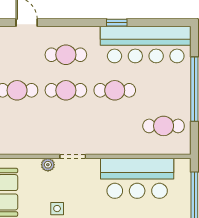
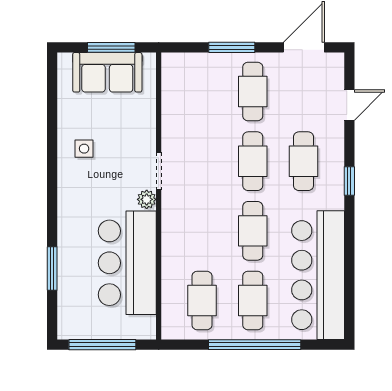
window: (117, 23) -> (349, 181), moved
cafe table: (164, 90) -> (253, 300), added
plant: (48, 165) -> (147, 199), moved

